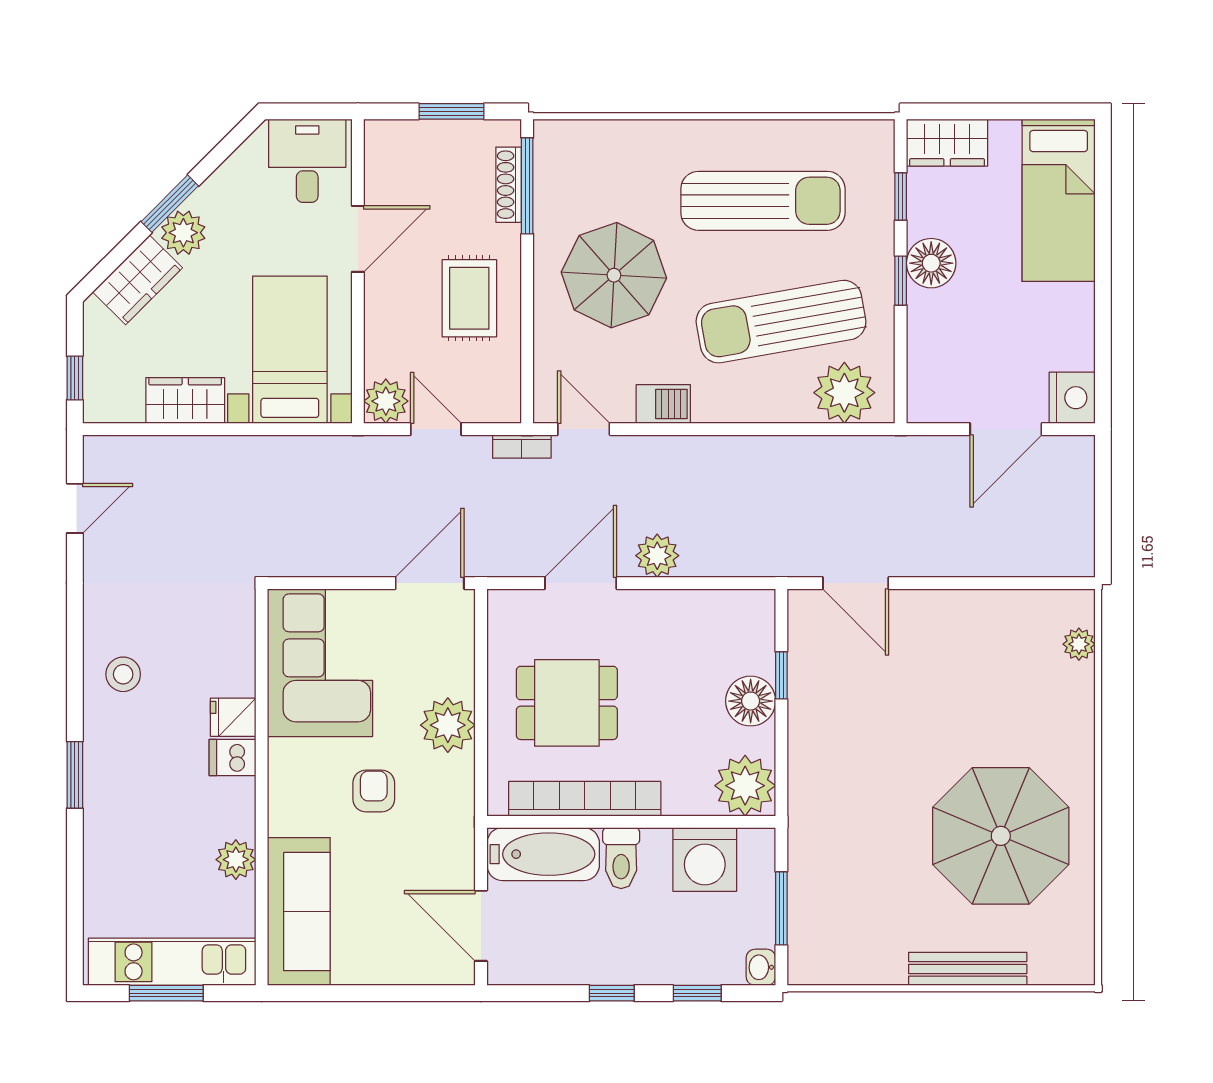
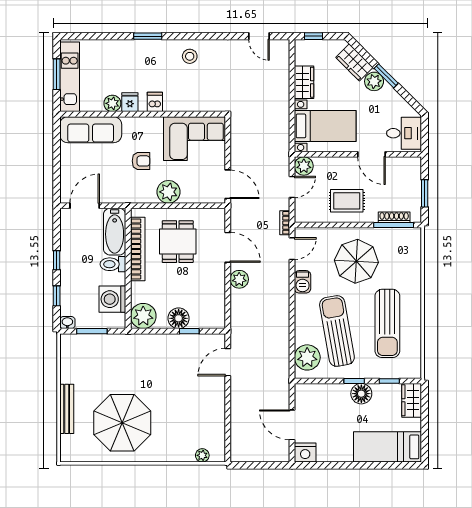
fridge: (233, 717) -> (130, 102), moved

